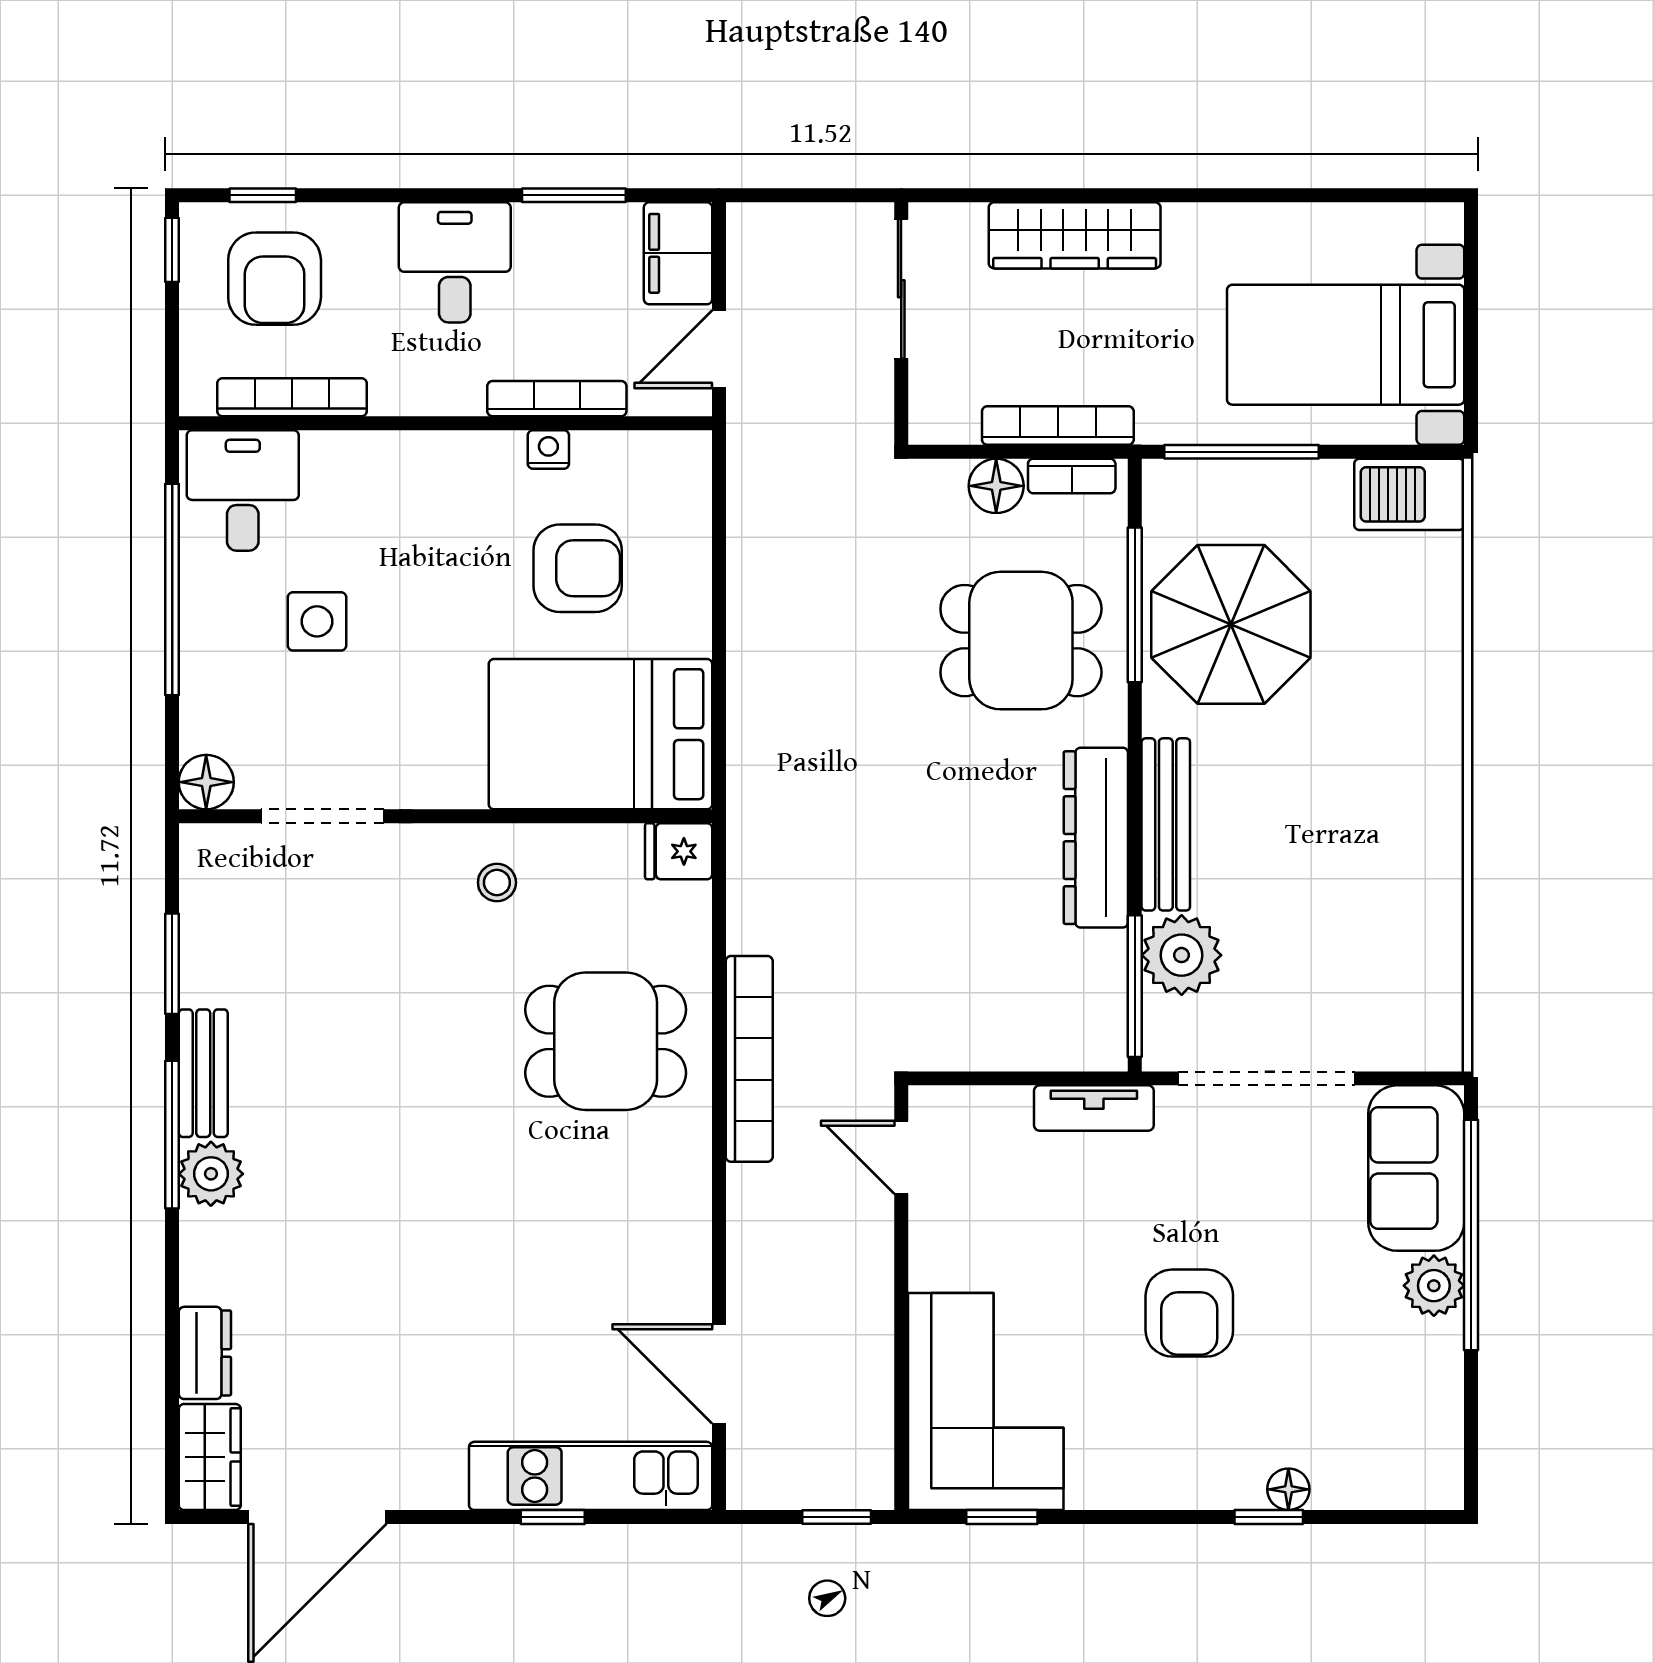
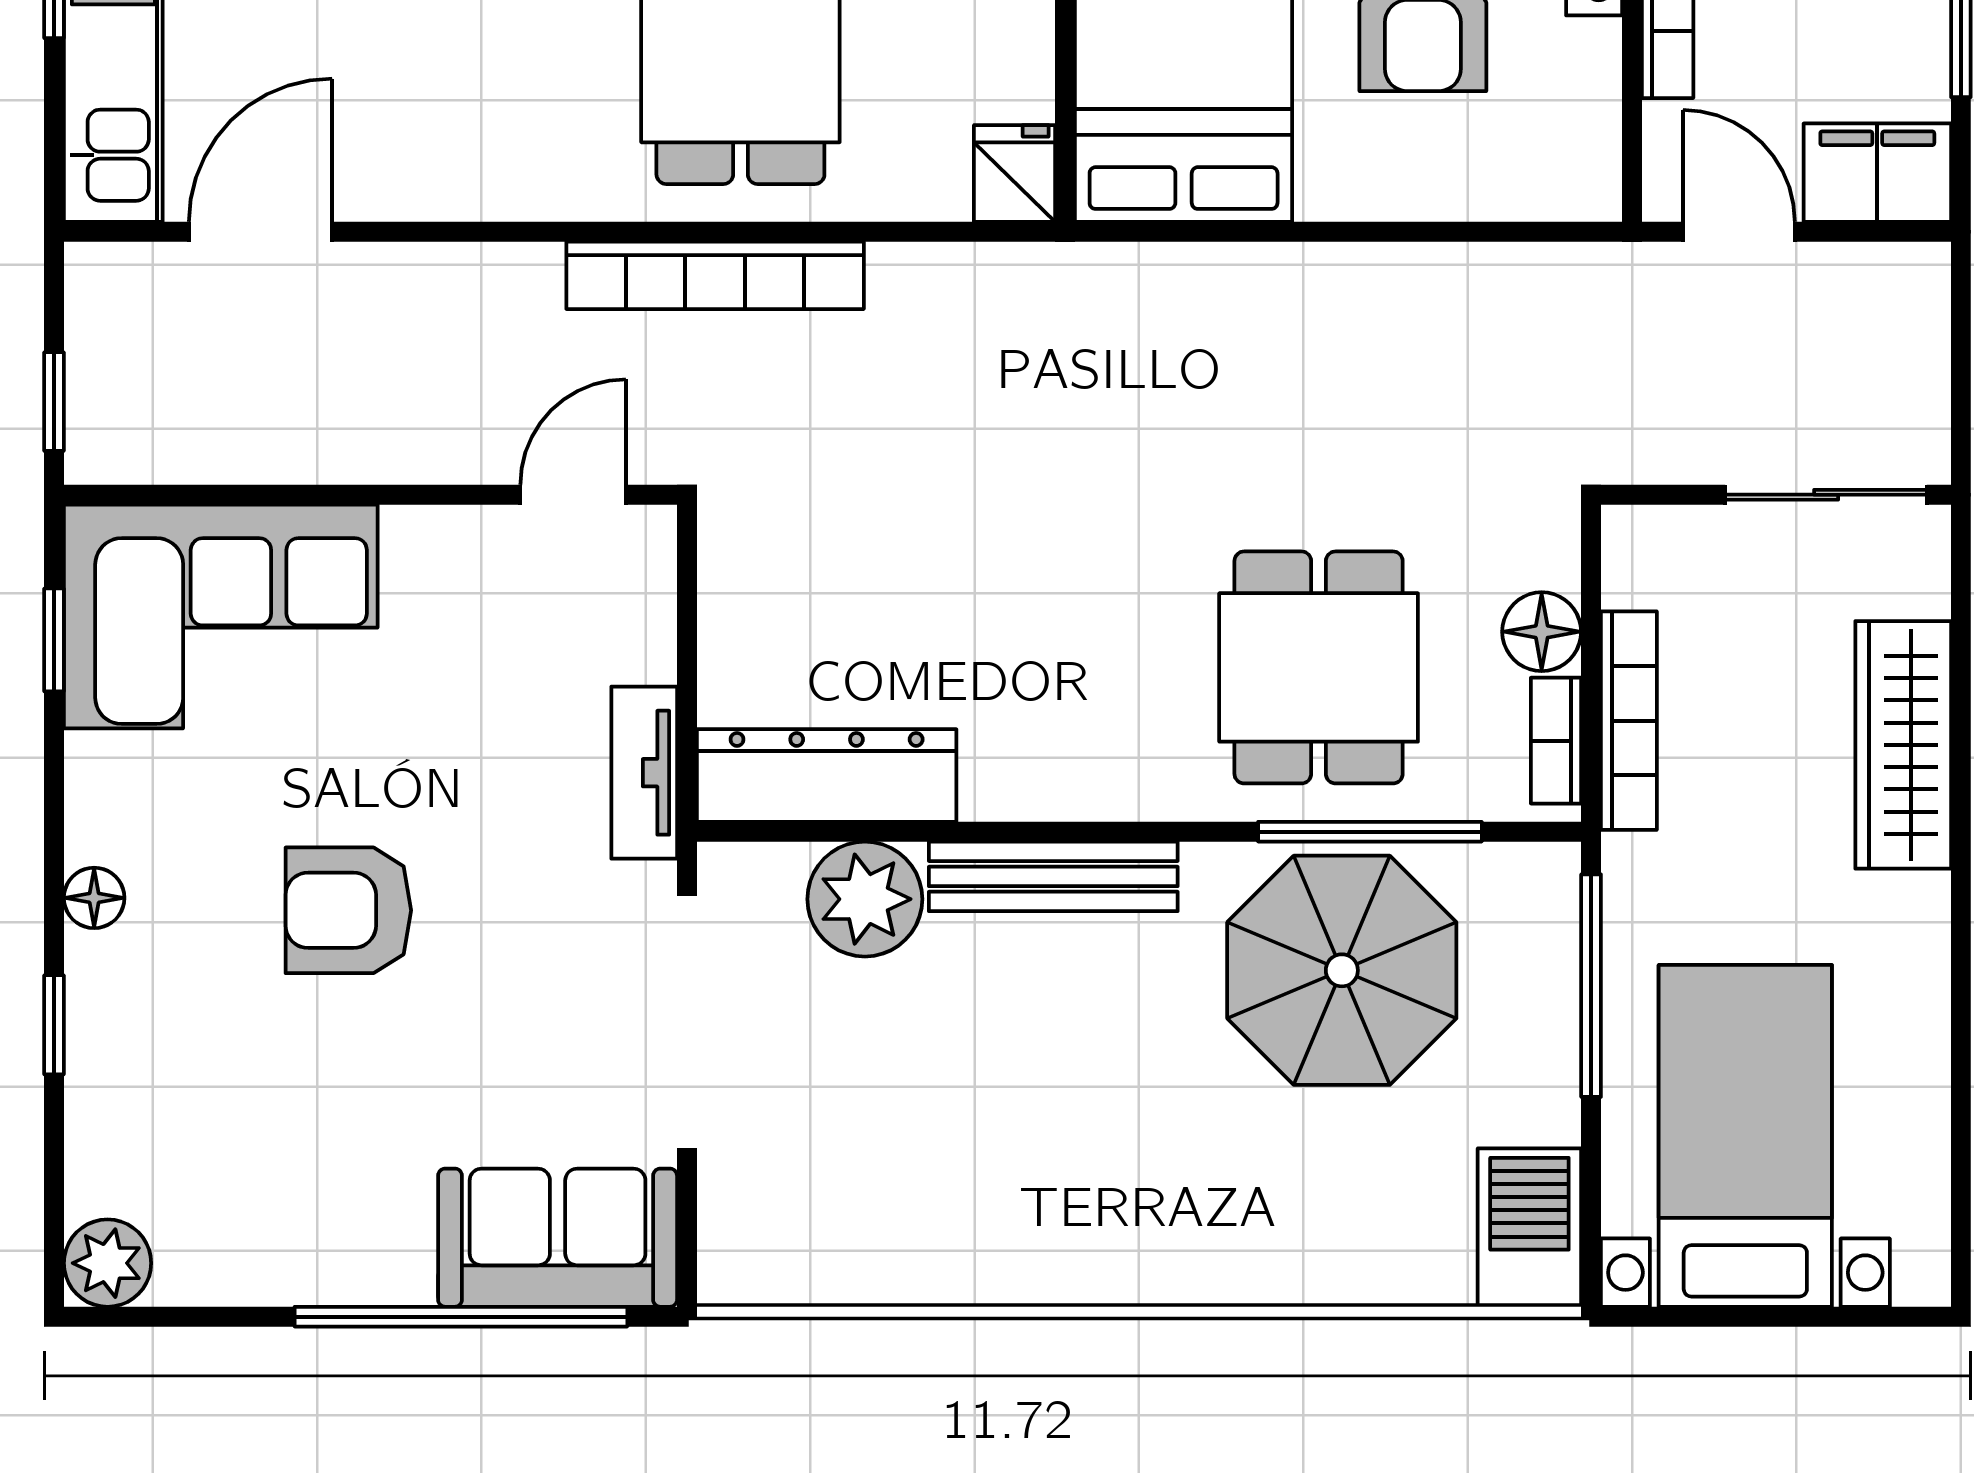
dresser: (1096, 838) -> (827, 776), moved
window: (1135, 986) -> (820, 832), removed
plant: (1434, 1286) -> (108, 1263), moved
floor lamp: (1288, 1489) -> (94, 898), moved

